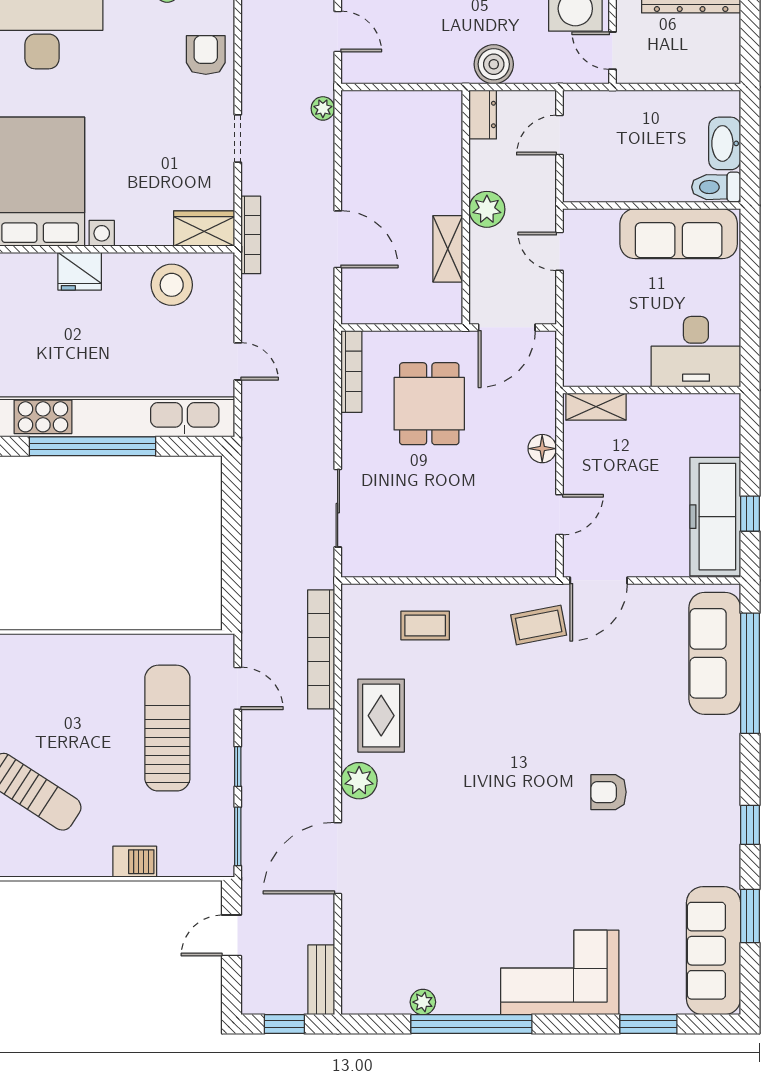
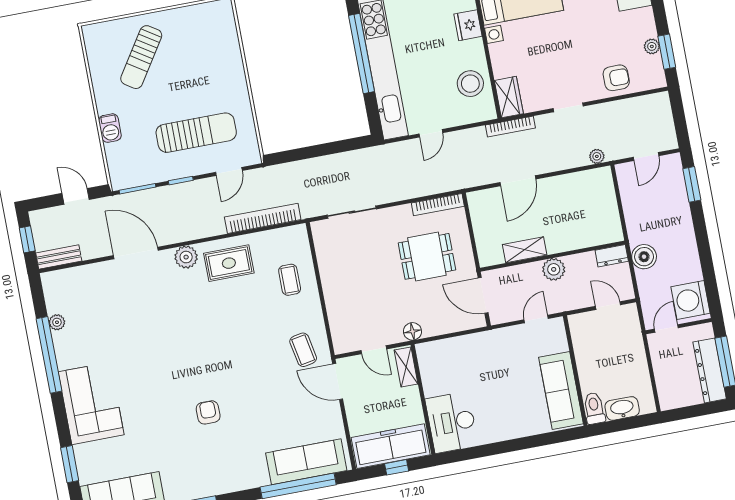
desk: (696, 352) -> (452, 422), moved
wall: (652, 390) -> (423, 399), moved
shelving: (596, 407) -> (406, 367), moved

